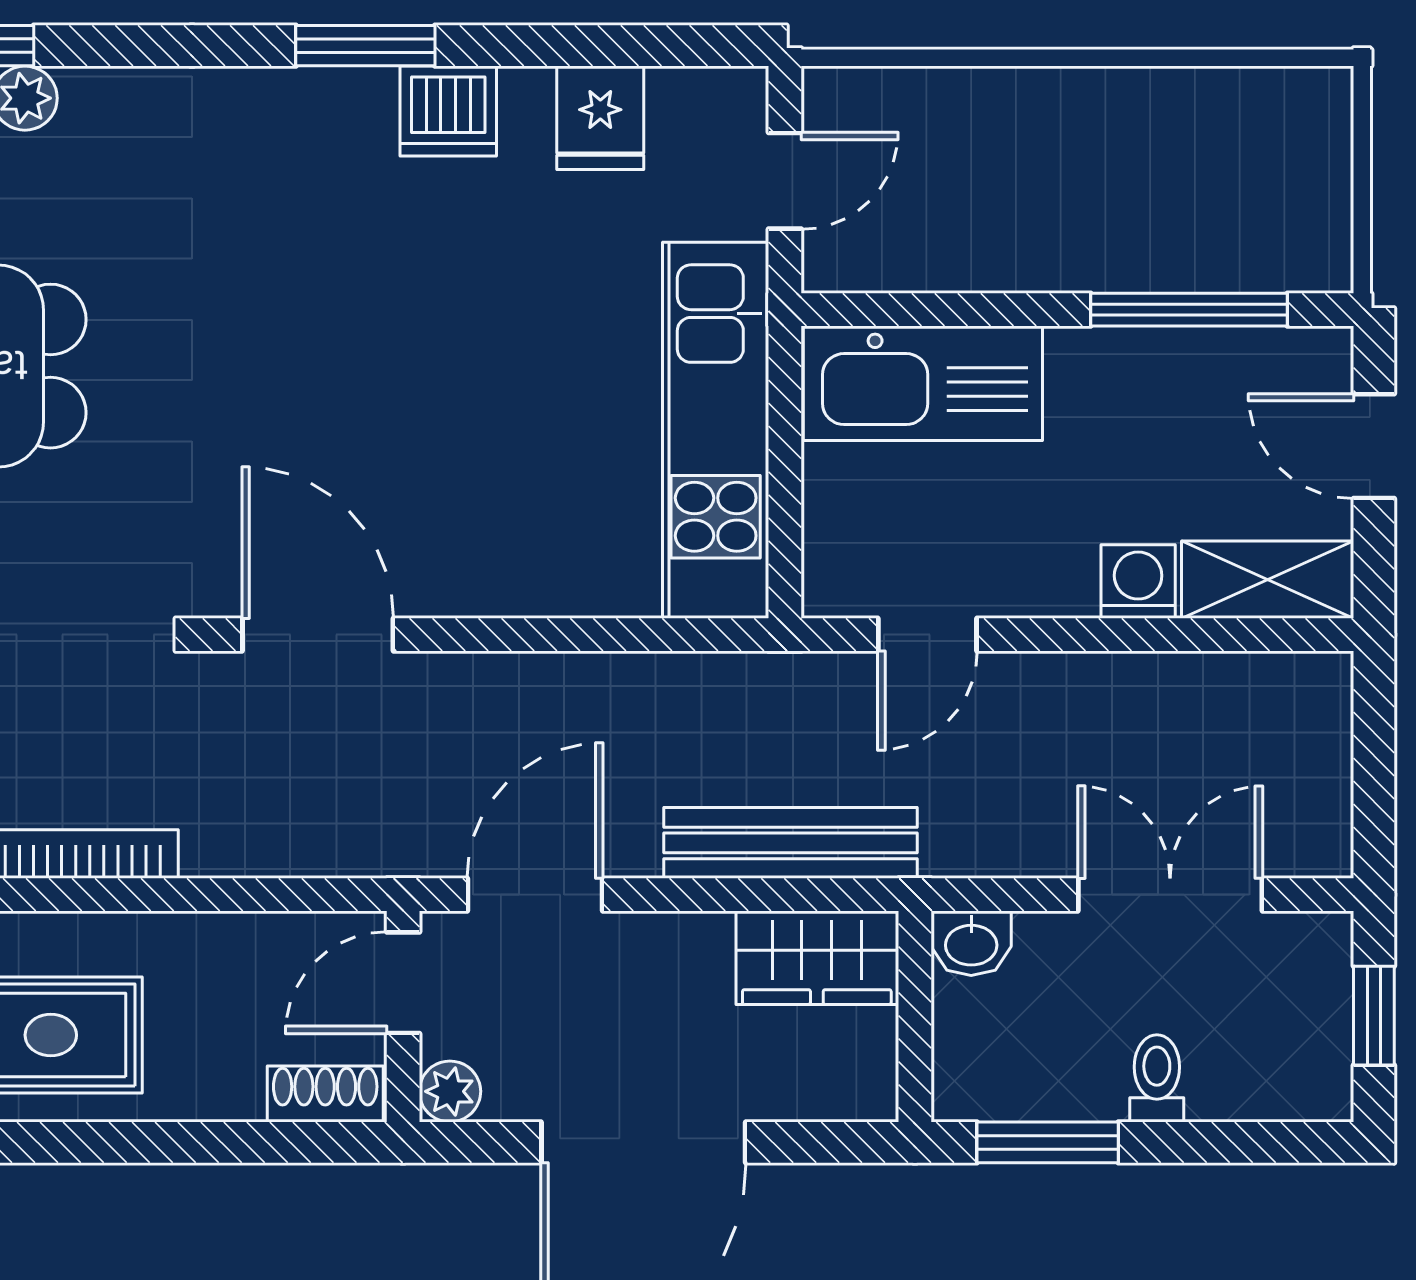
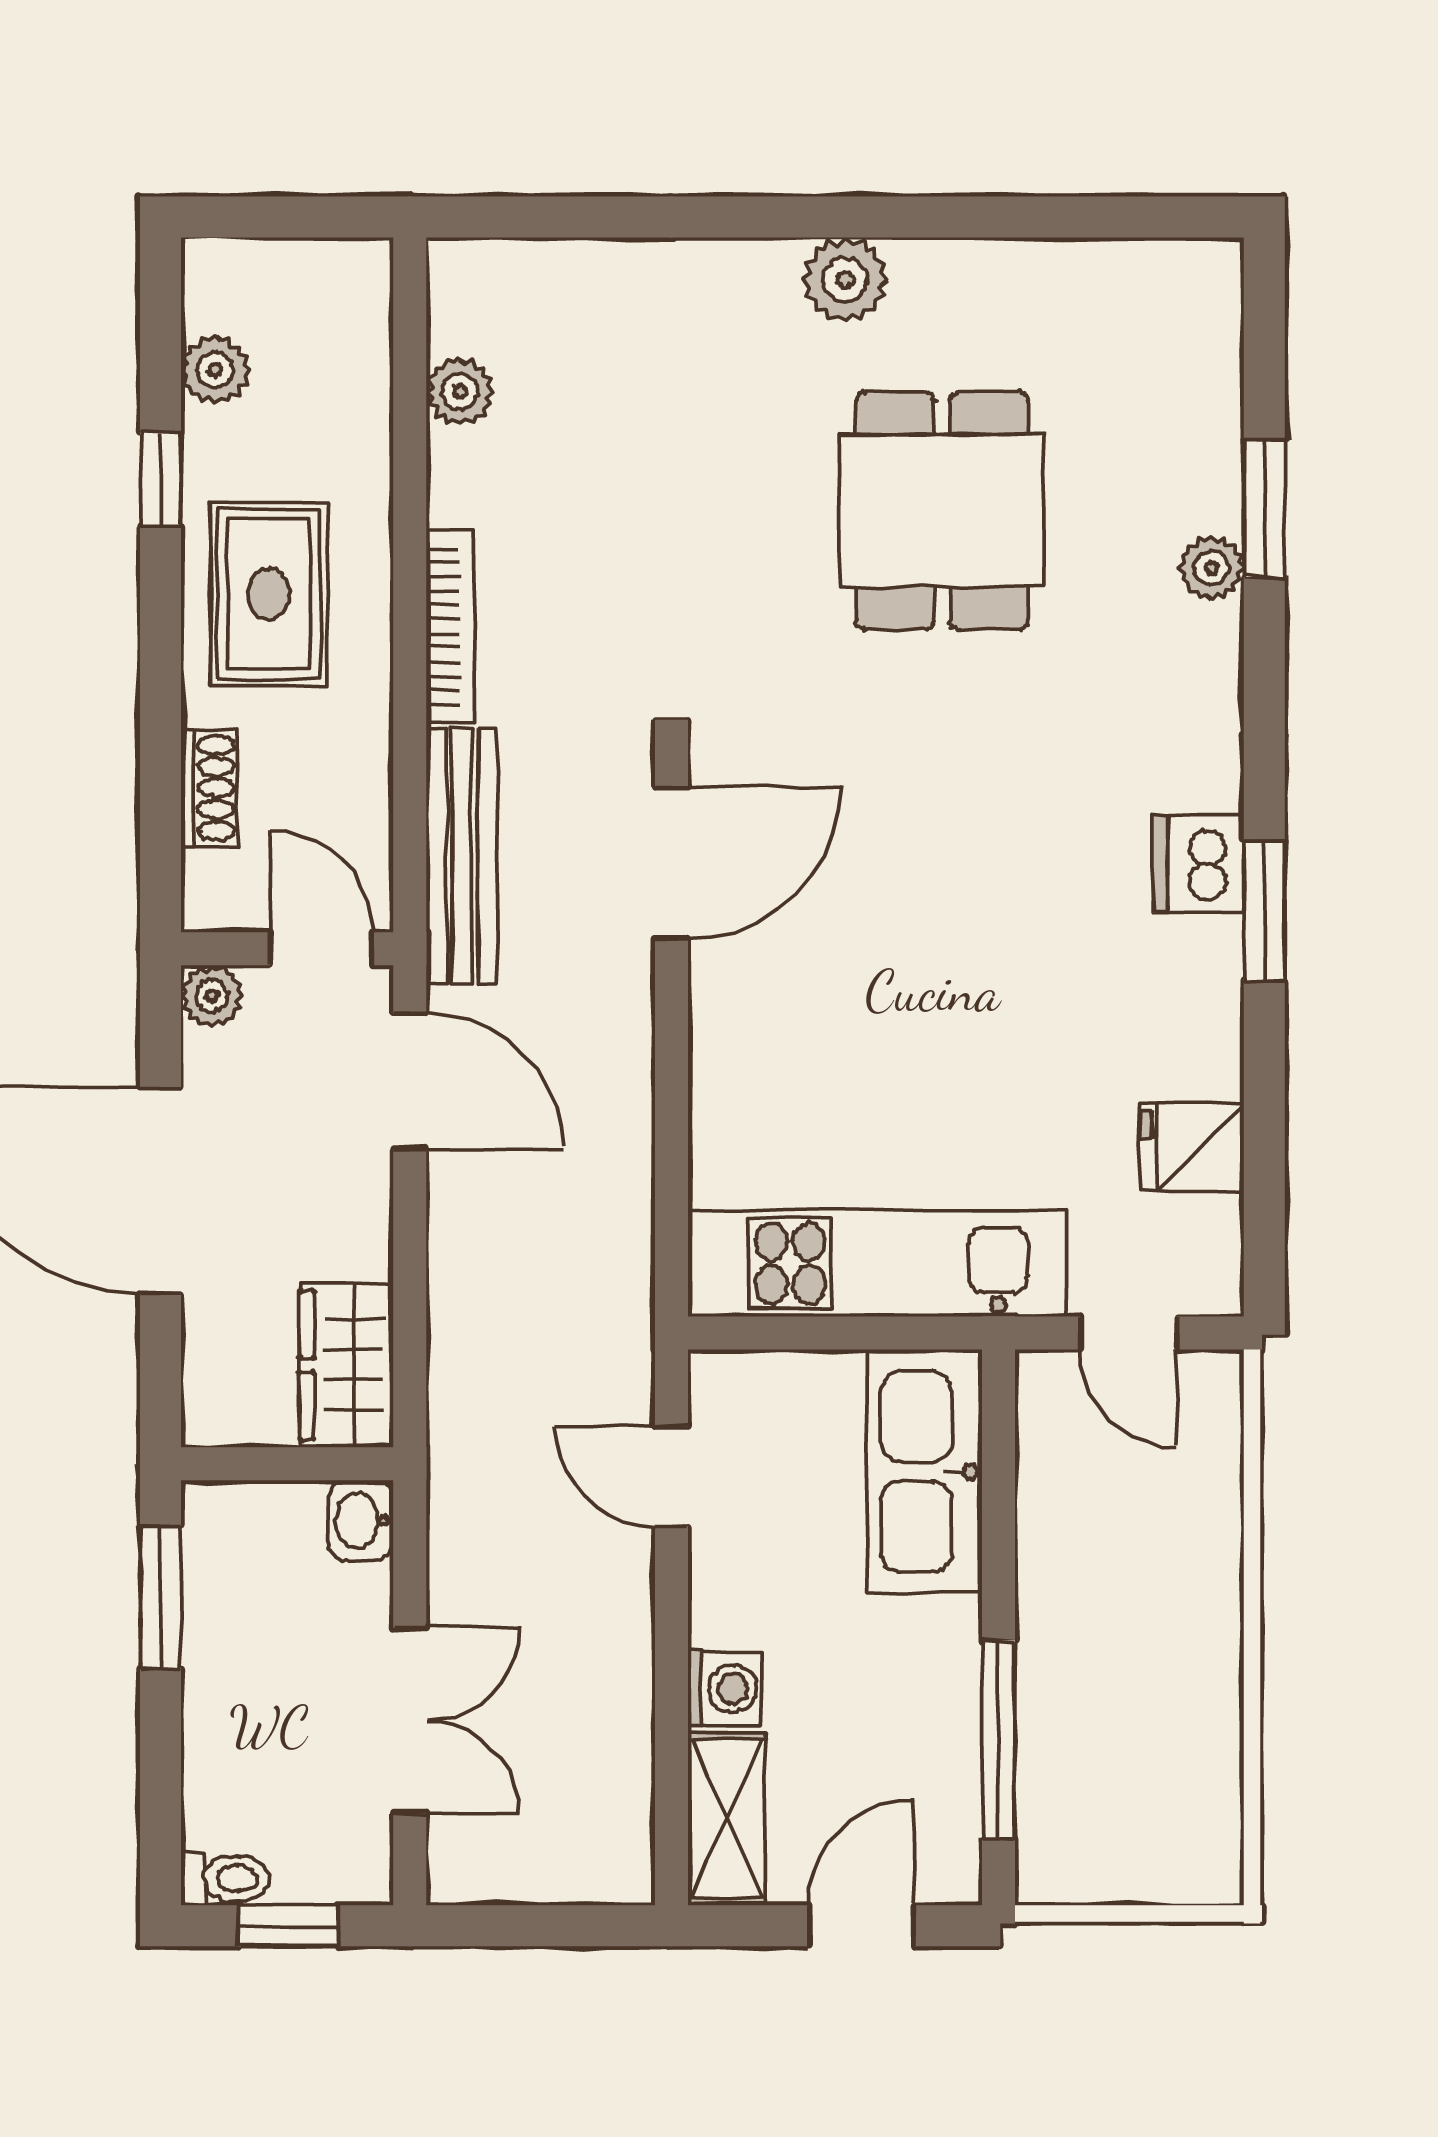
dishwasher: (448, 111) -> (1199, 864), moved
bench: (790, 843) -> (462, 856), moved
toilet: (1157, 1078) -> (225, 1878), moved
shoe rack: (325, 1094) -> (209, 788), moved

